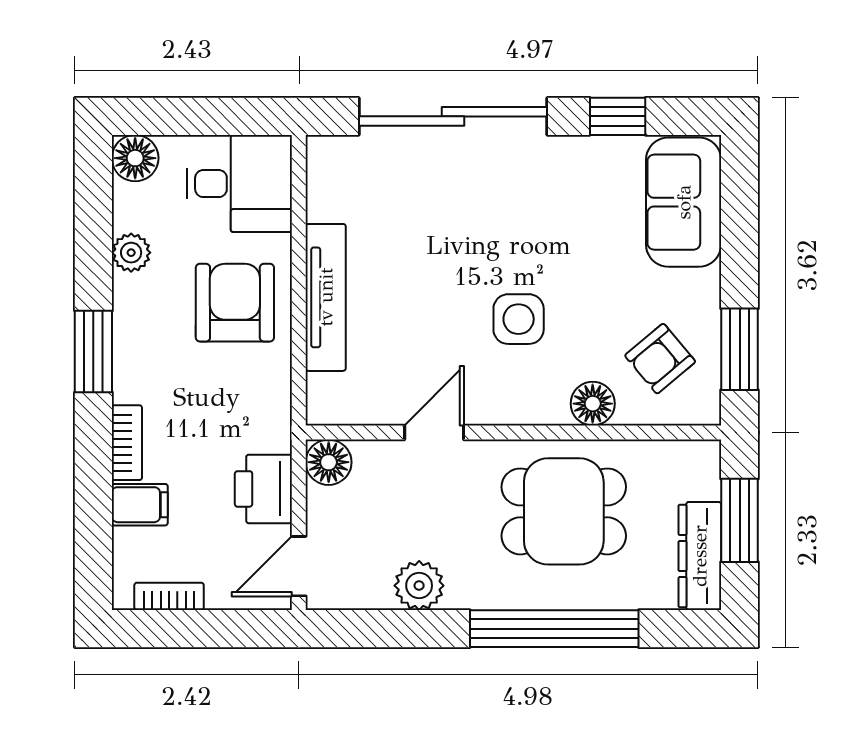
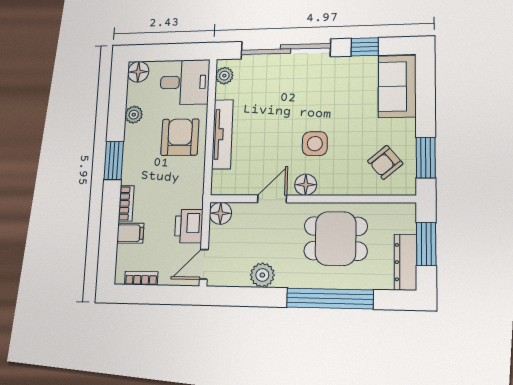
plant: (325, 171) -> (224, 76), added
floor lamp: (593, 404) -> (306, 185), moved

